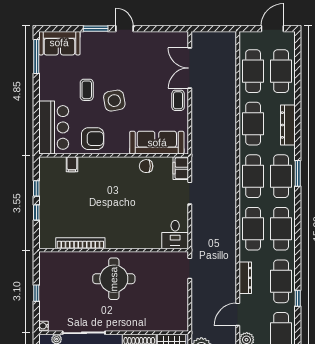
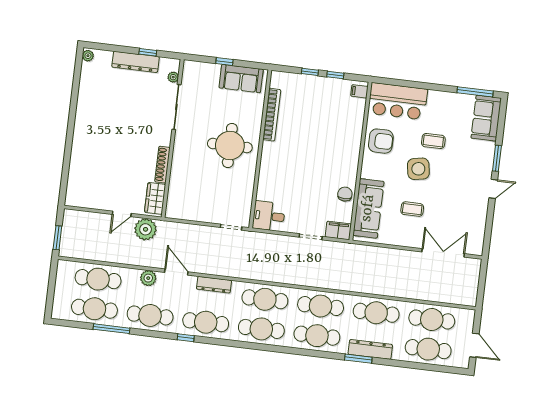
coffee table: (178, 100) -> (412, 209), moved
armchair: (93, 139) -> (381, 141), turned -90
filing cabinet: (72, 164) -> (359, 91), moved
window: (298, 173) -> (358, 359), moved
sofa: (50, 276) -> (241, 79), added
water cooler: (44, 326) -> (189, 65), removed

